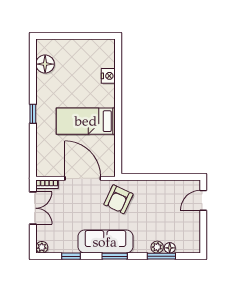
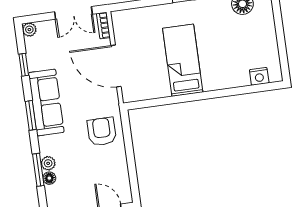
nightstand: (108, 76) -> (259, 76), moved
door: (83, 178) -> (116, 66), swing flipped
armchair: (118, 199) -> (102, 132), moved, turned 65

